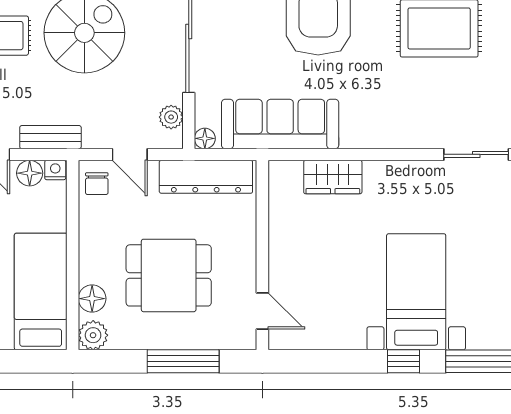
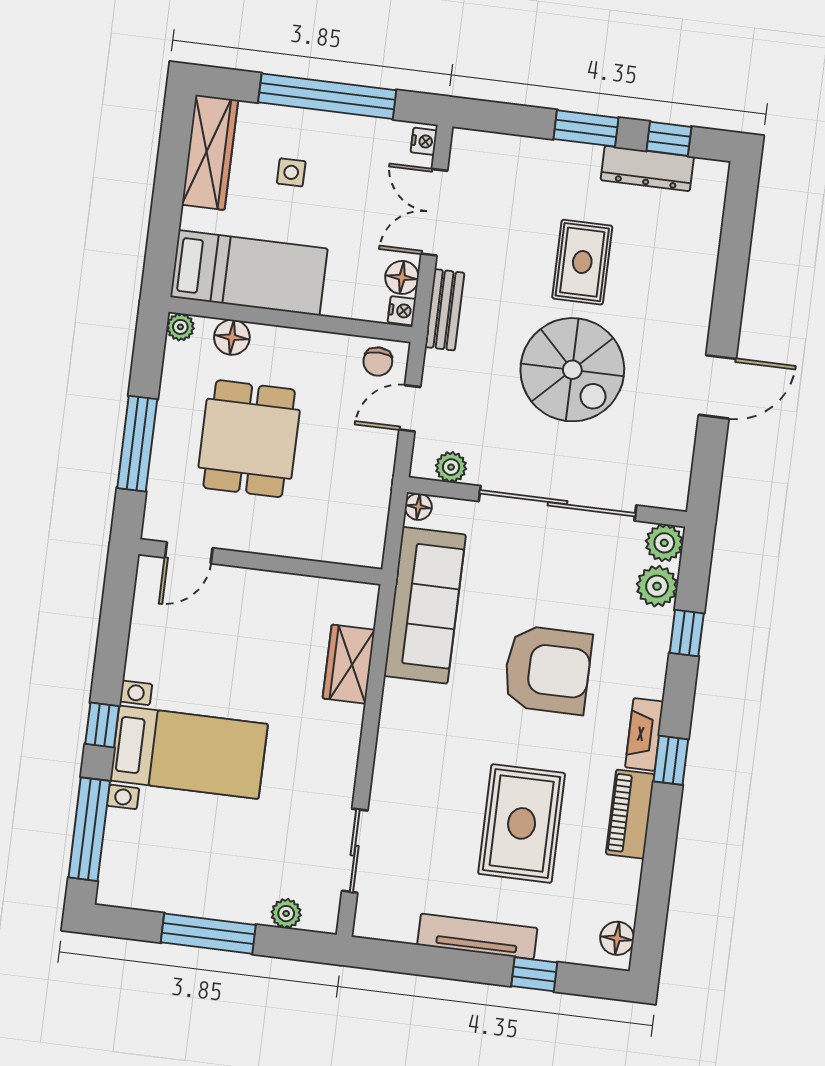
dresser: (206, 177) -> (369, 502), removed
chair: (97, 184) -> (378, 362), turned -90
plant: (93, 335) -> (180, 327), width x0.73, depth x0.73

